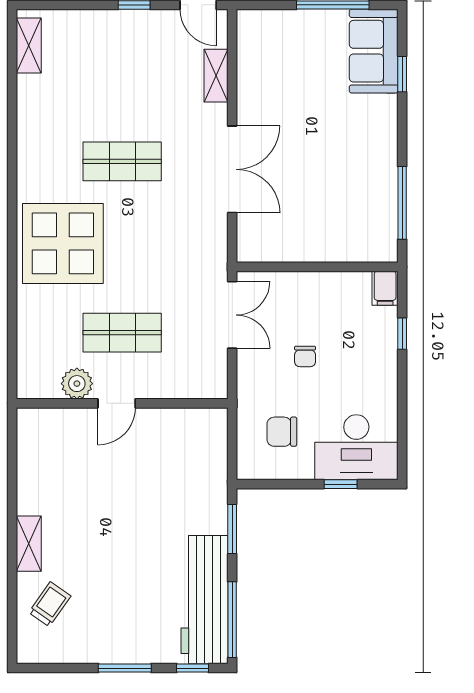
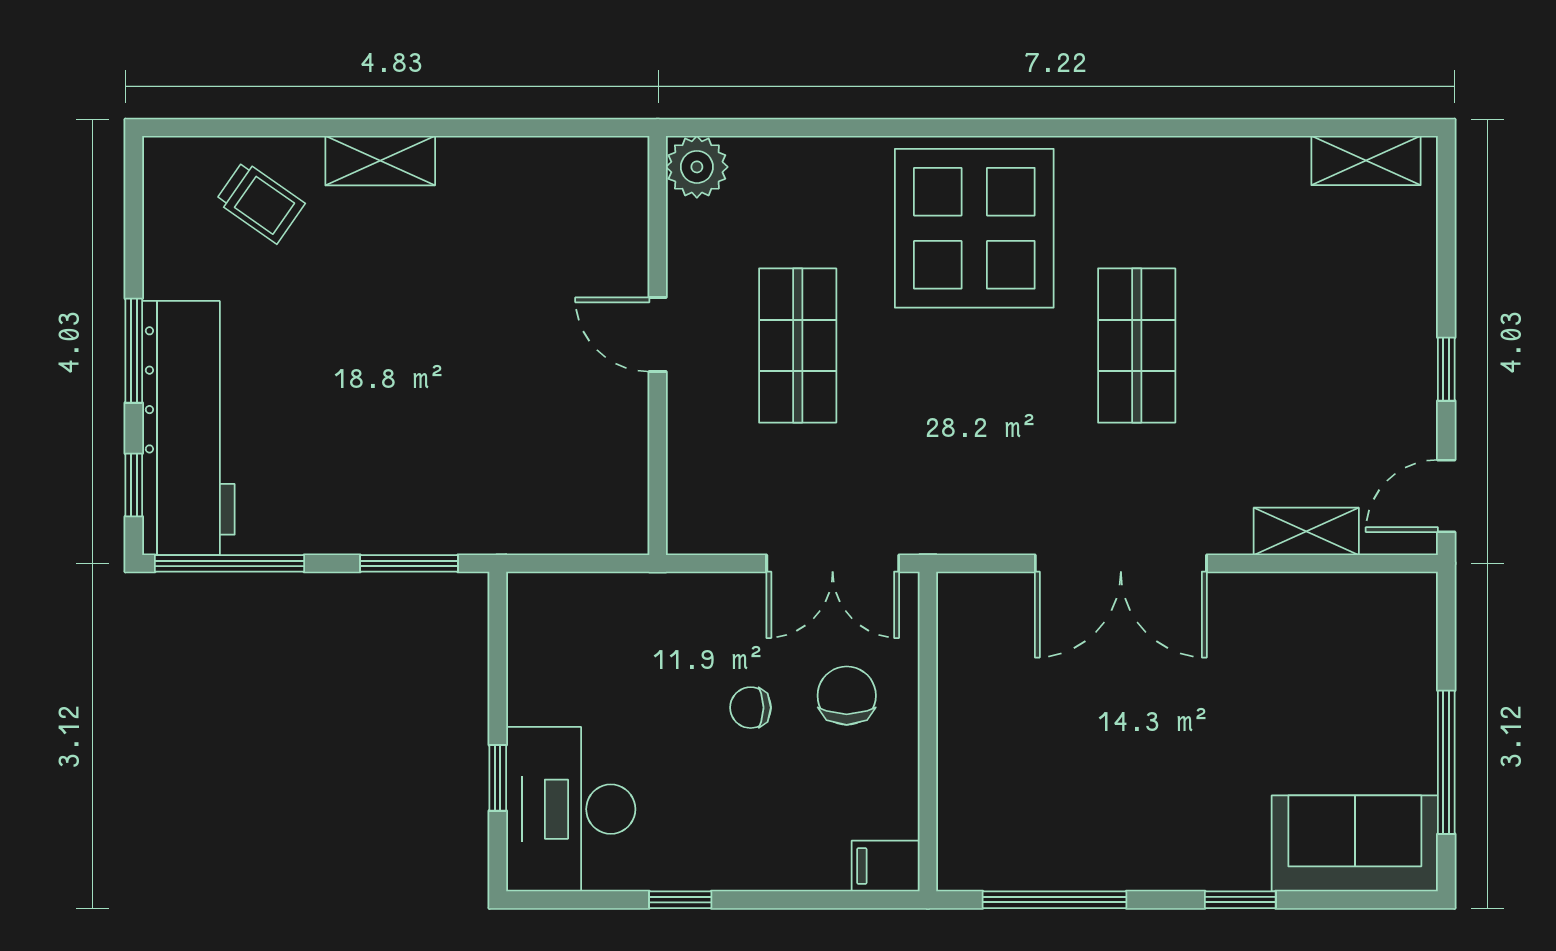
window: (402, 74) -> (1240, 900), moved
window: (402, 334) -> (680, 900), moved
plant: (77, 384) -> (697, 167), moved
chair: (282, 432) -> (847, 696), moved
workbench: (205, 600) -> (188, 428), moved, turned 90

